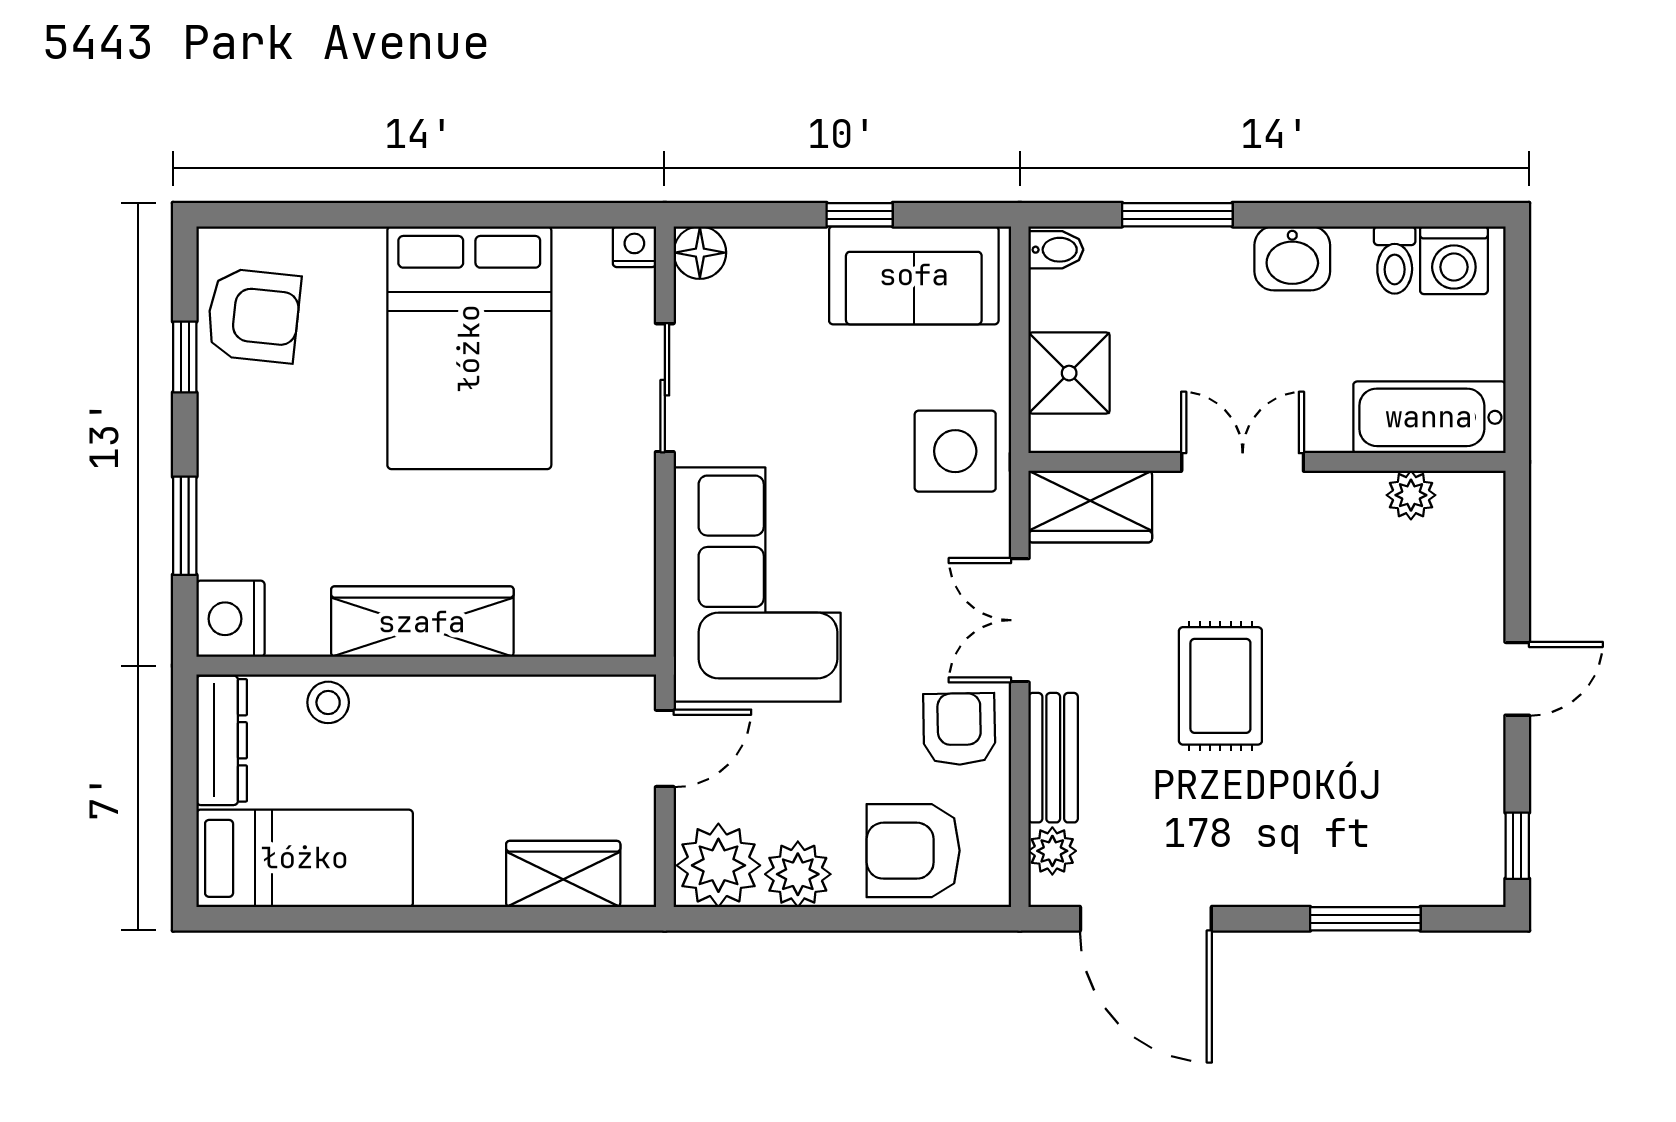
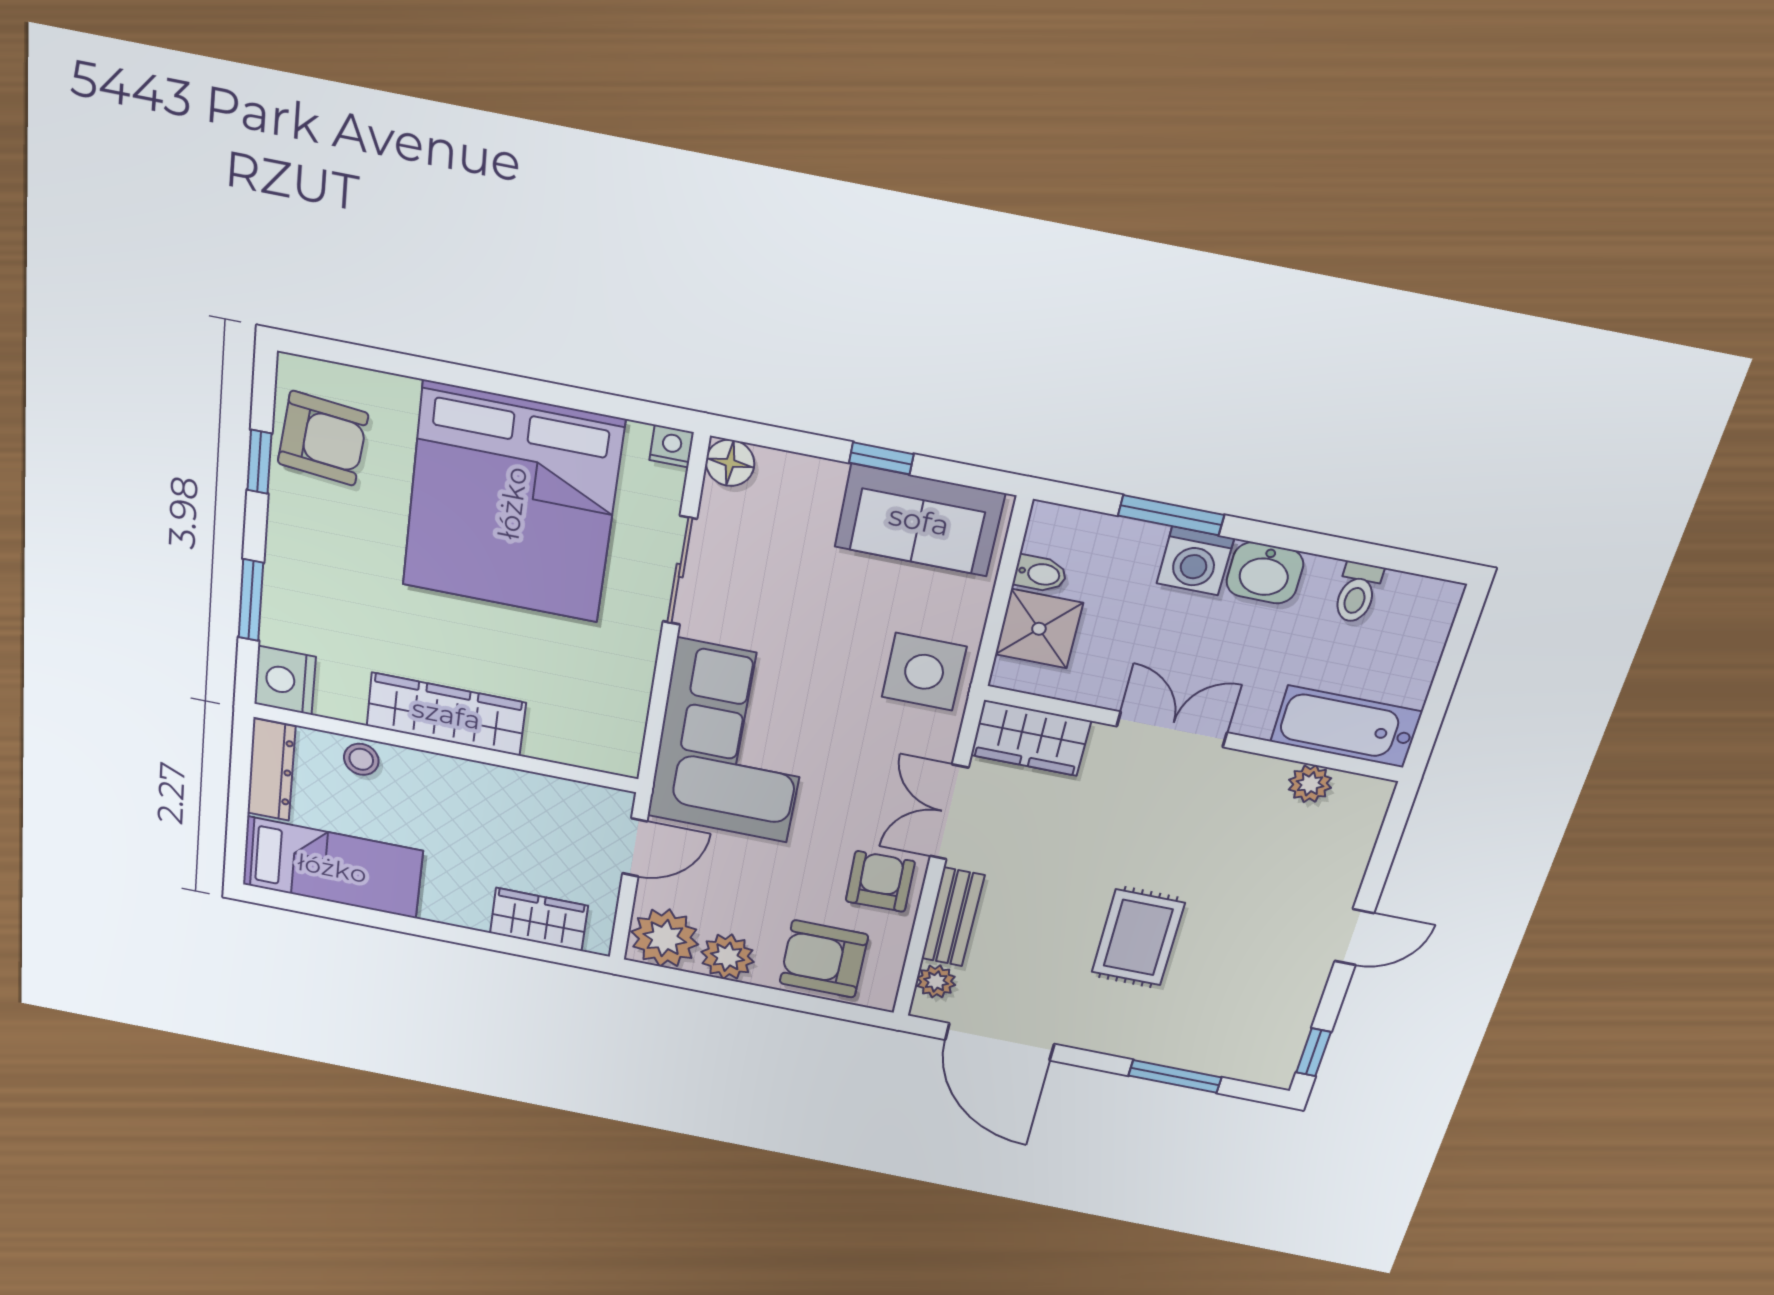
bidet: (1056, 250) -> (1040, 574), moved
washing machine: (1454, 260) -> (1195, 561), moved
bed: (469, 348) -> (512, 503), width x1.36
rug: (1220, 686) -> (1138, 938), moved

